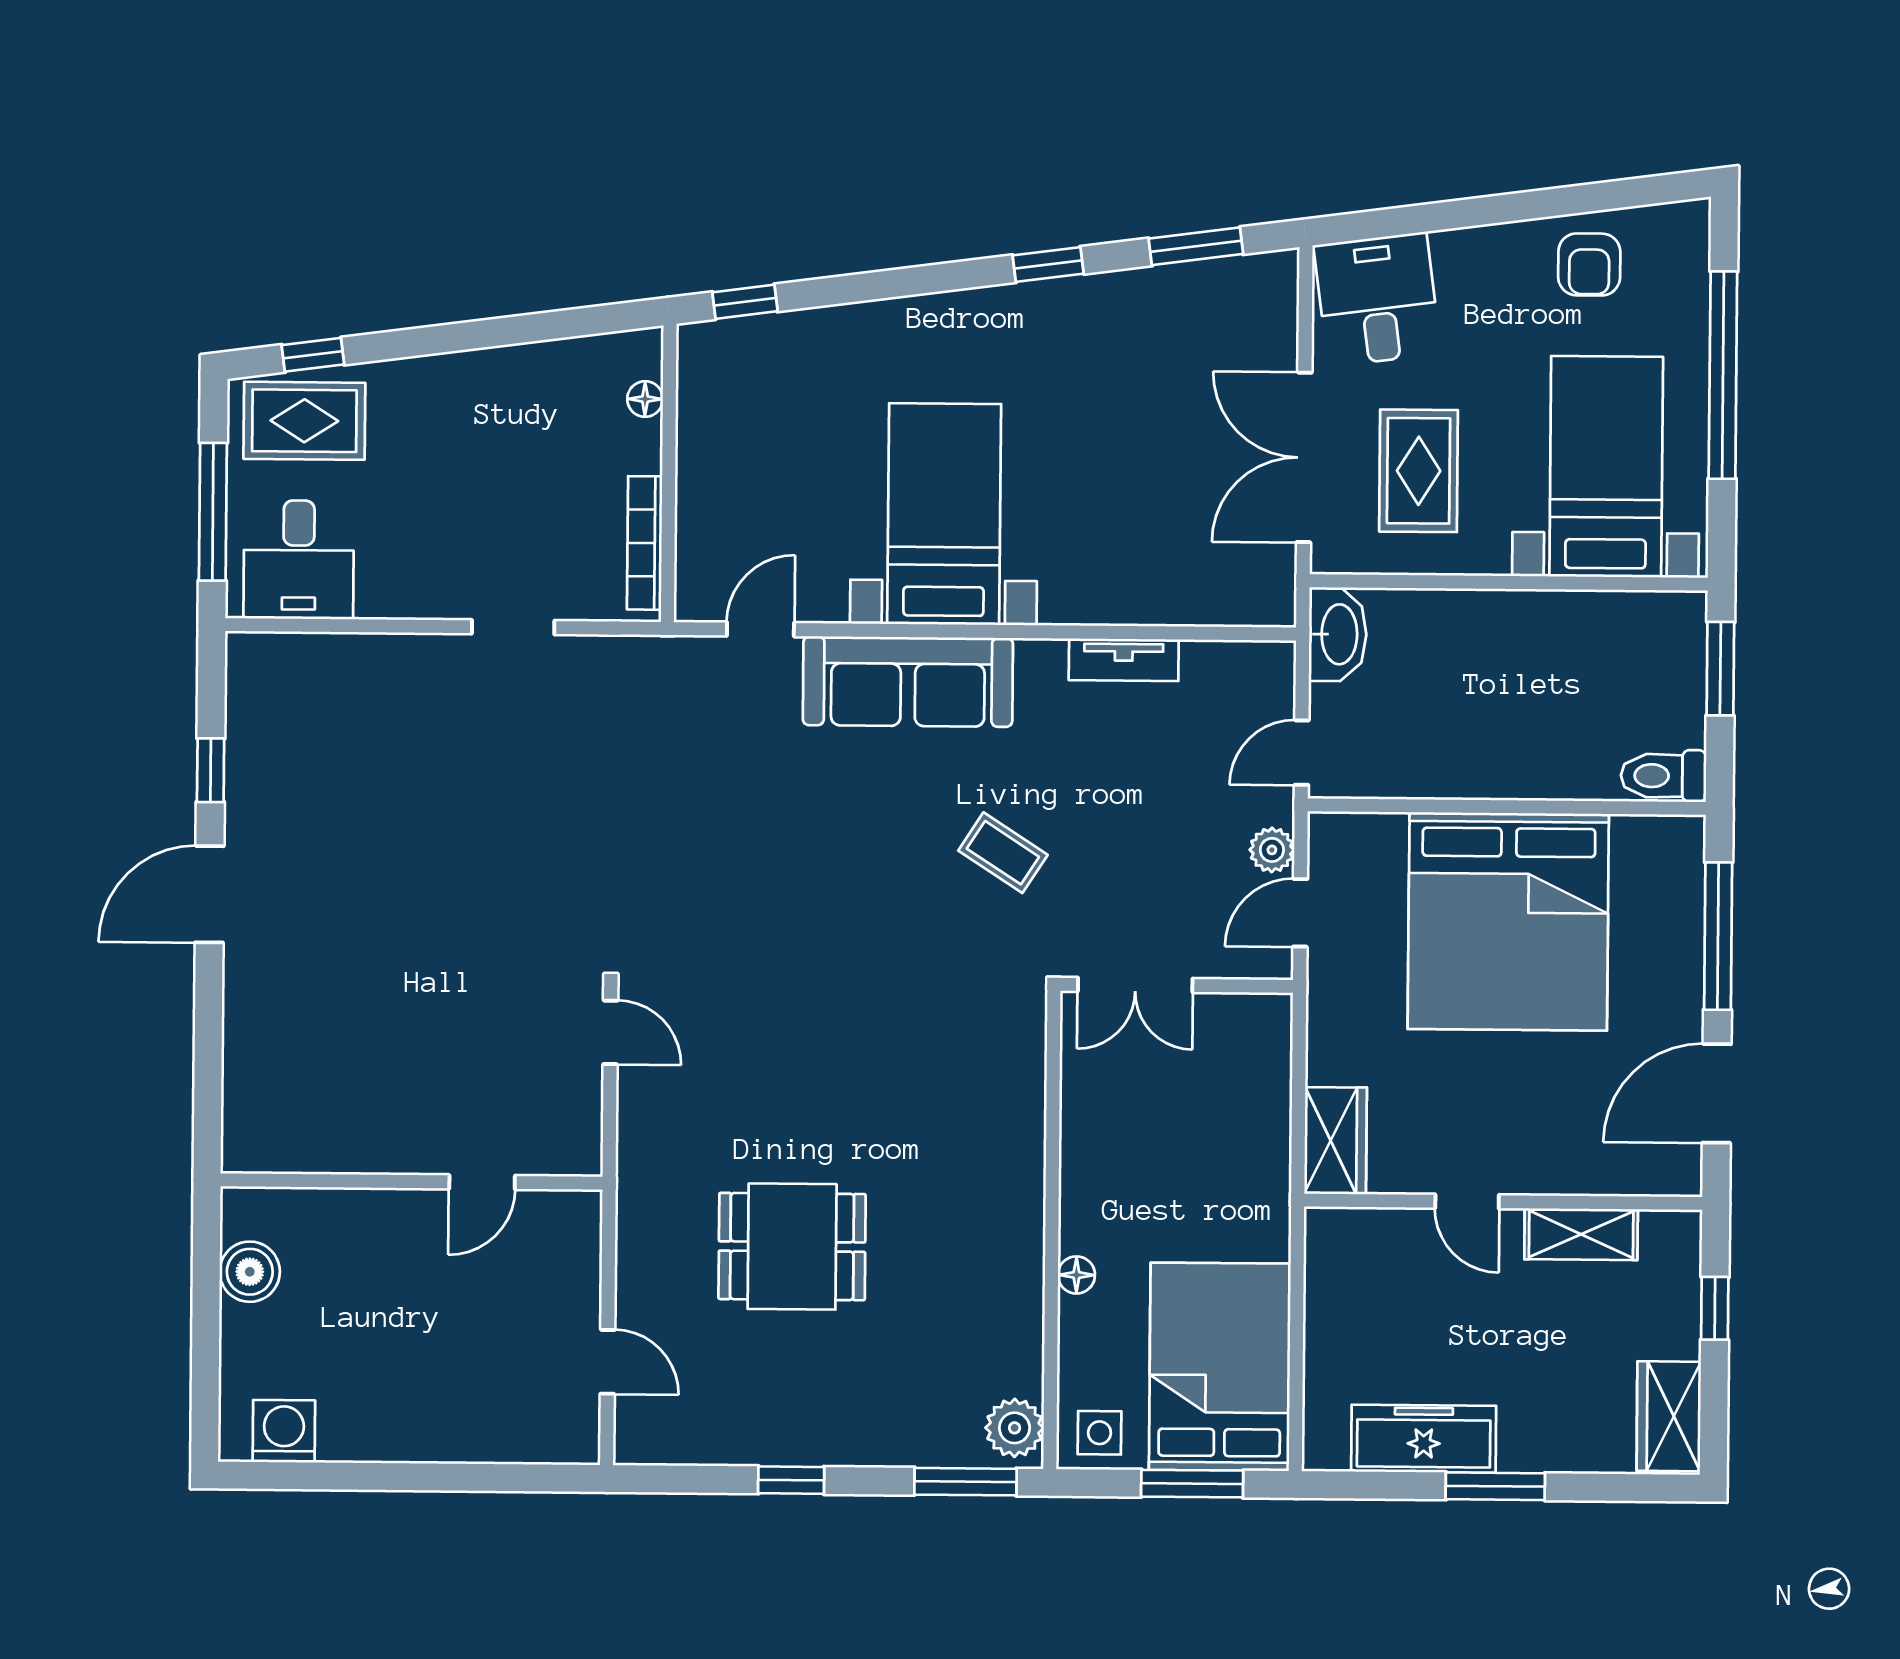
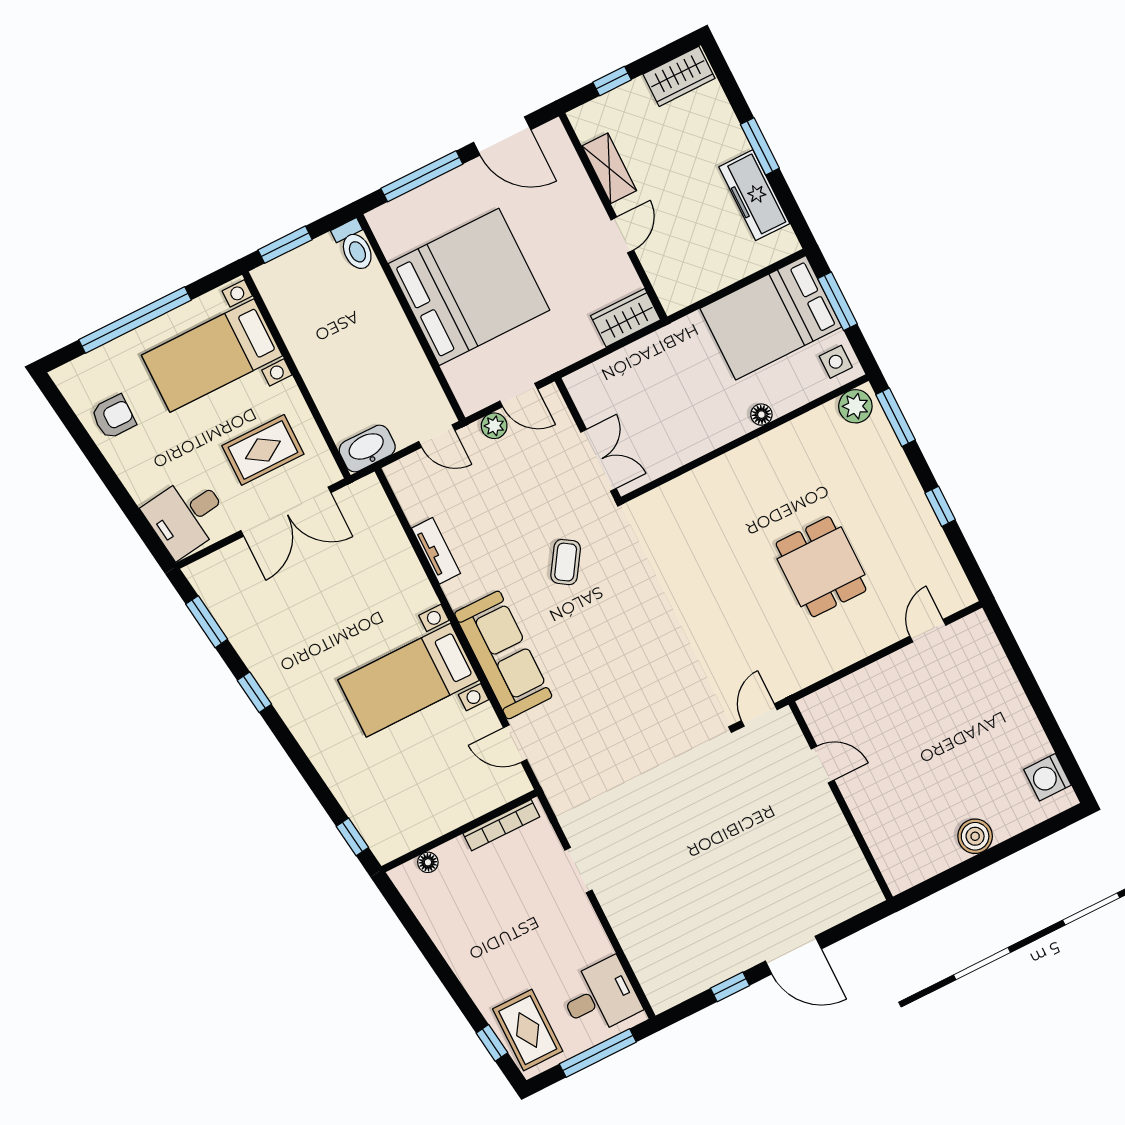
wall: (412, 1182) -> (841, 801), moved
door: (482, 1182) -> (823, 765), moved

